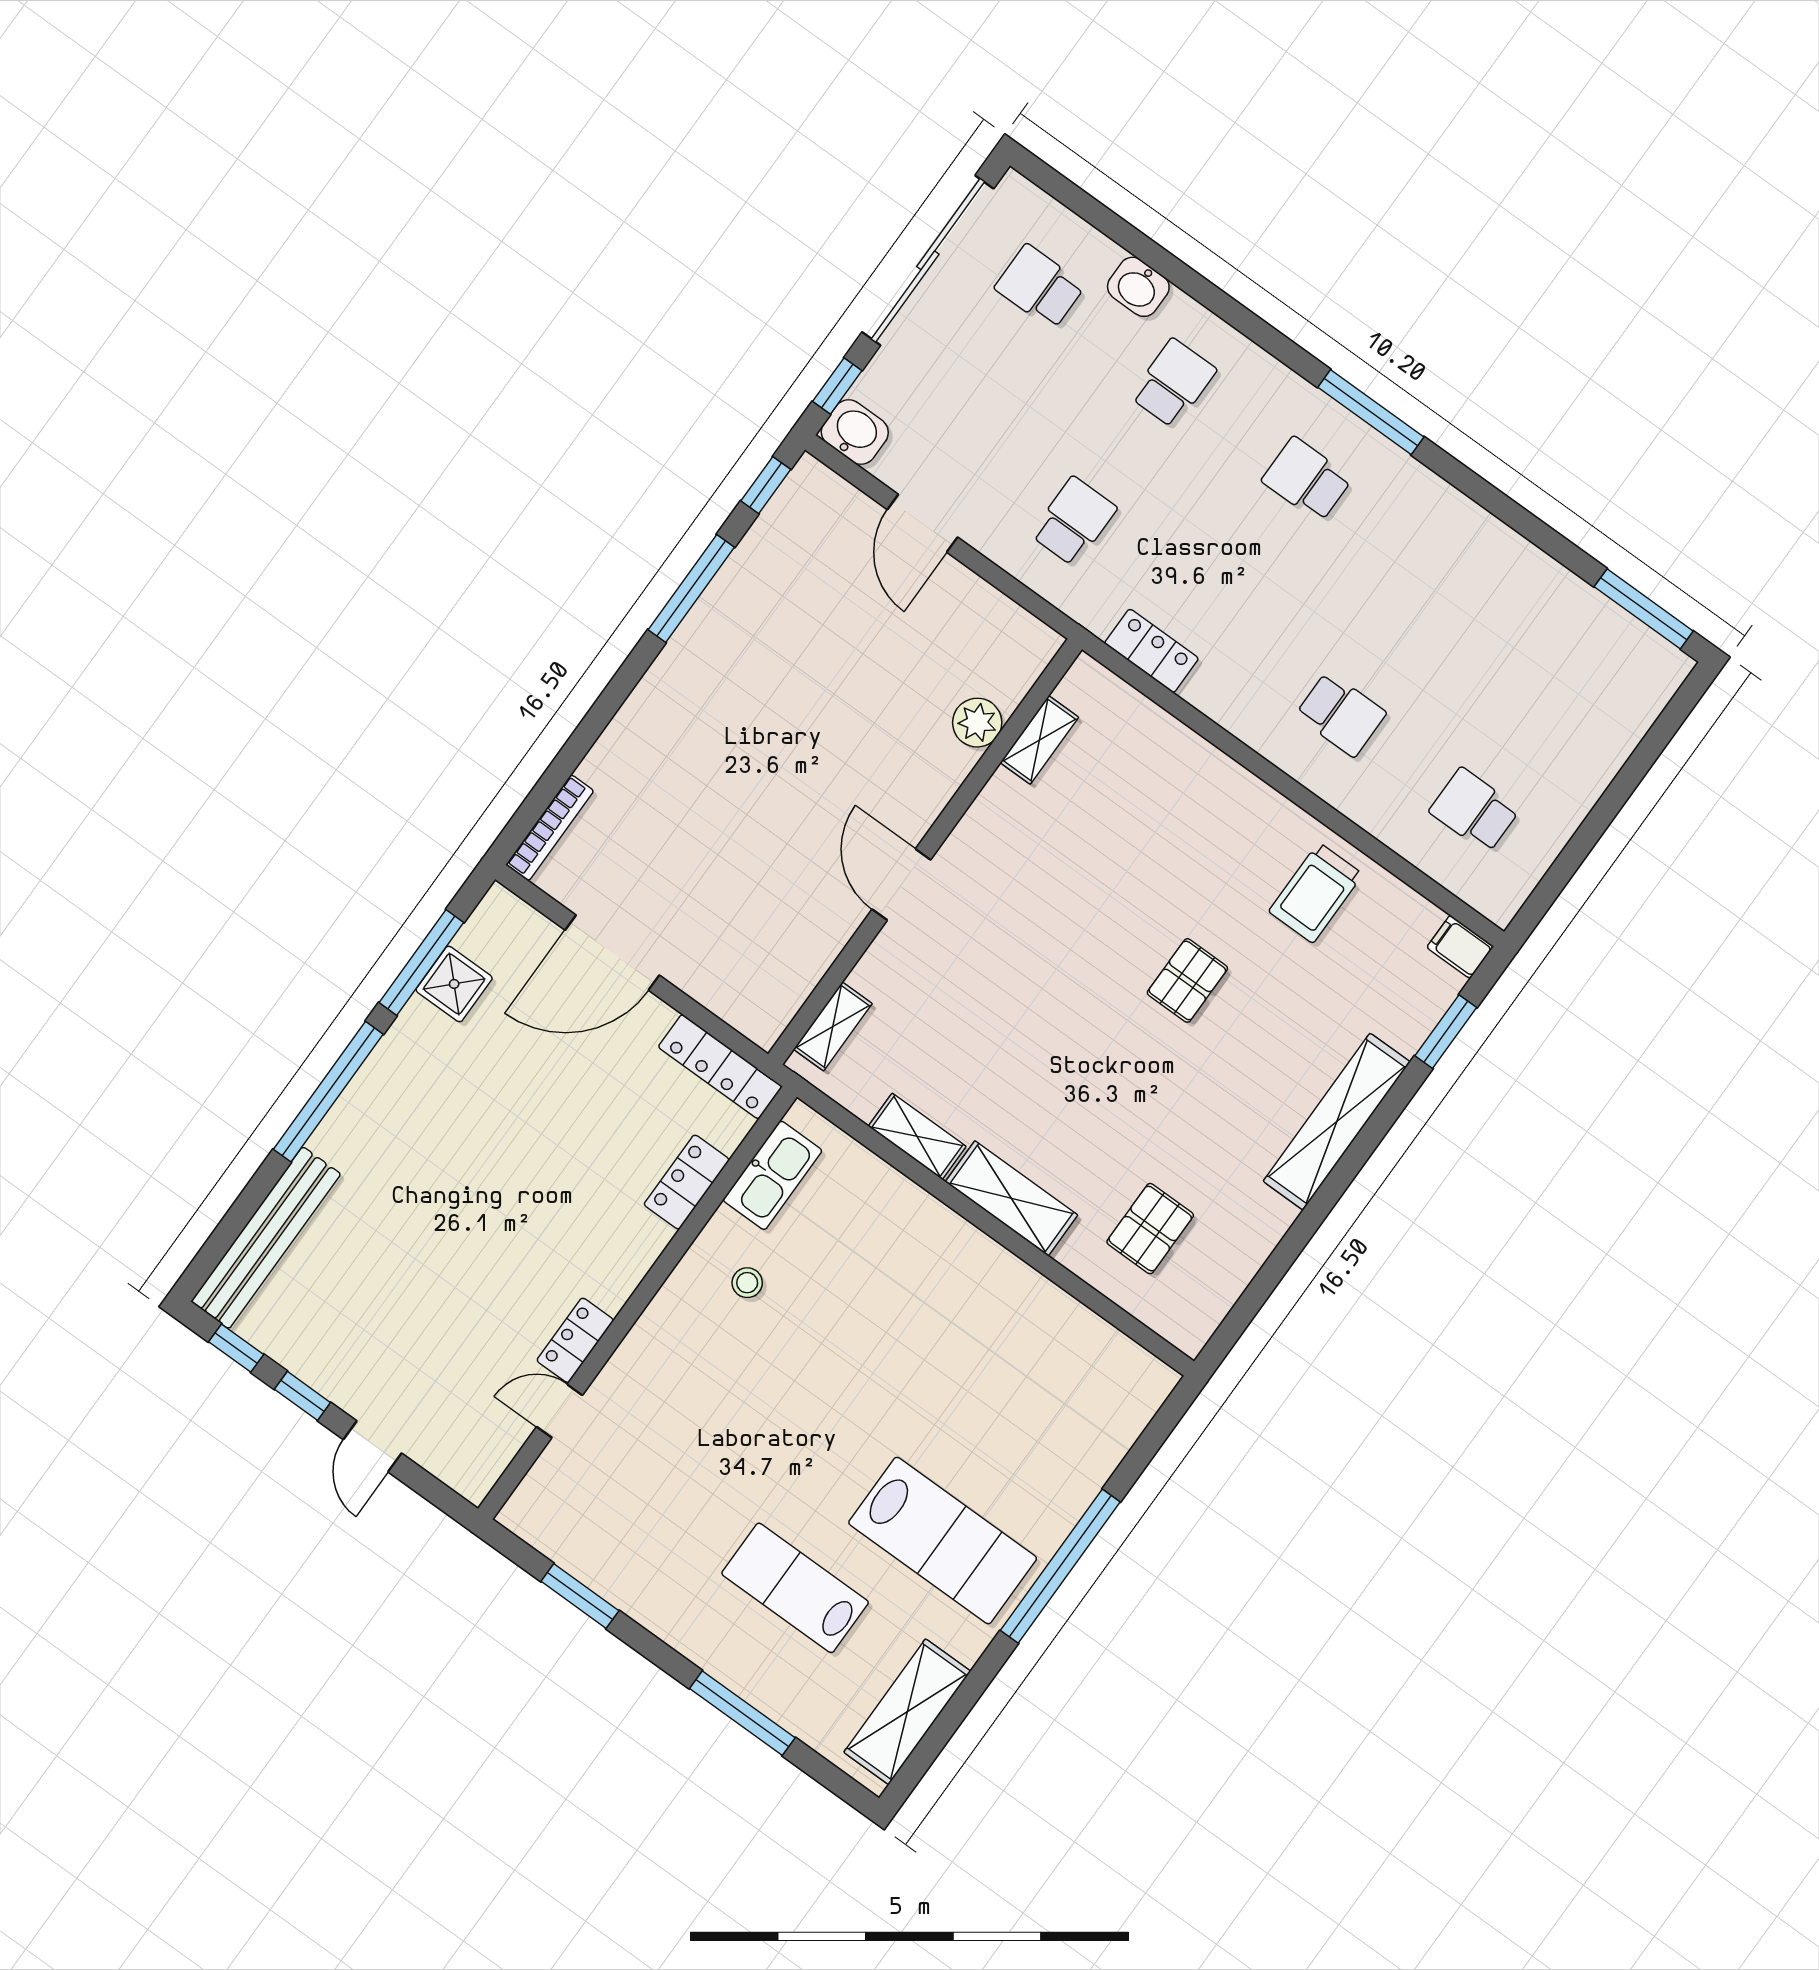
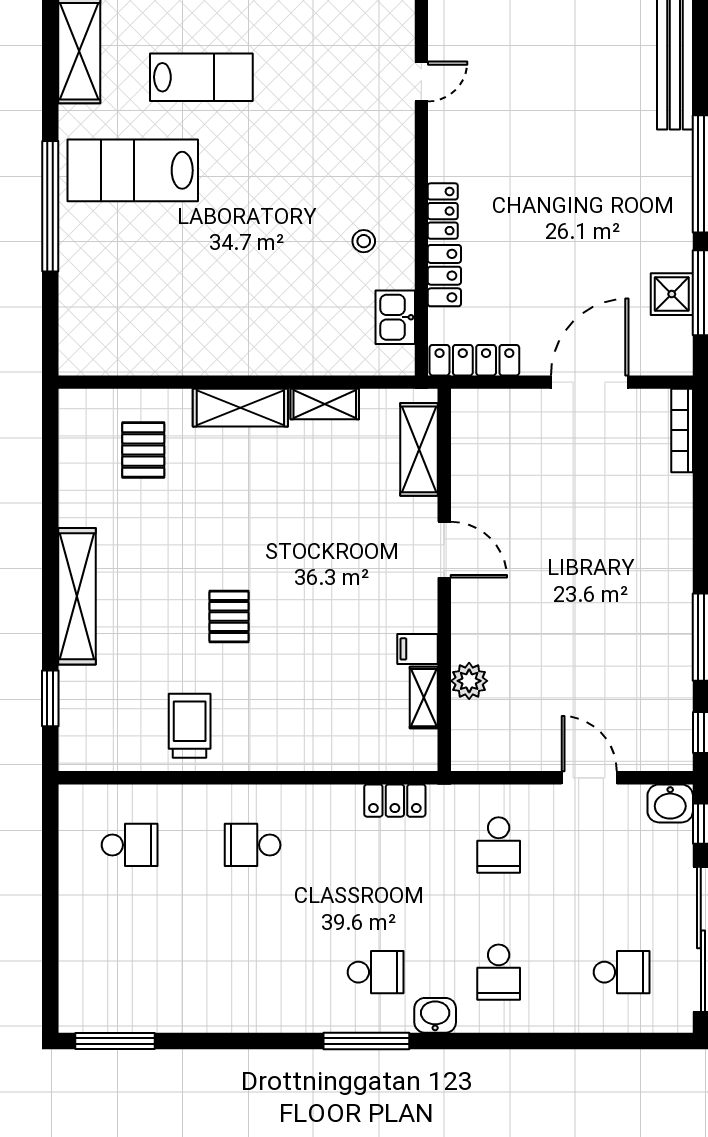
washbasin: (1138, 287) -> (435, 1015), moved
filing cabinet: (1460, 947) -> (417, 649), moved, turned 180
shelving: (833, 1026) -> (419, 449), width x1.50, depth x1.33
kitchen sink: (773, 1175) -> (395, 317), width x0.73
locker: (575, 1340) -> (443, 211), moved

